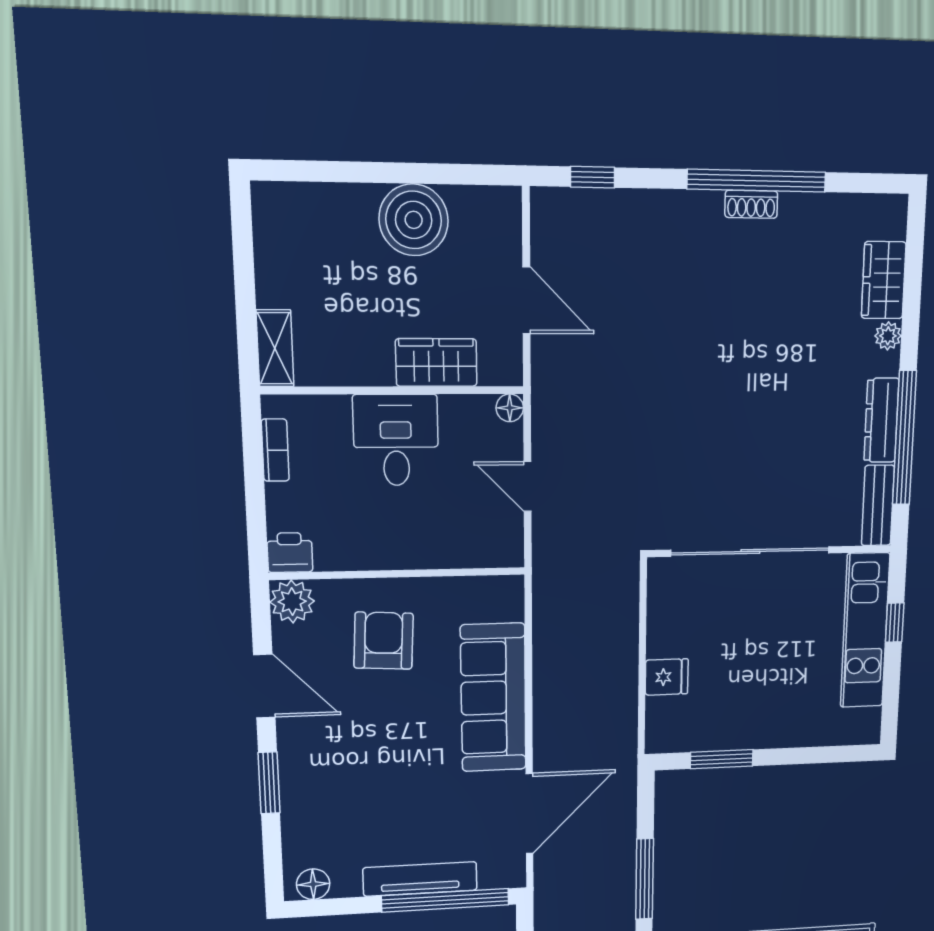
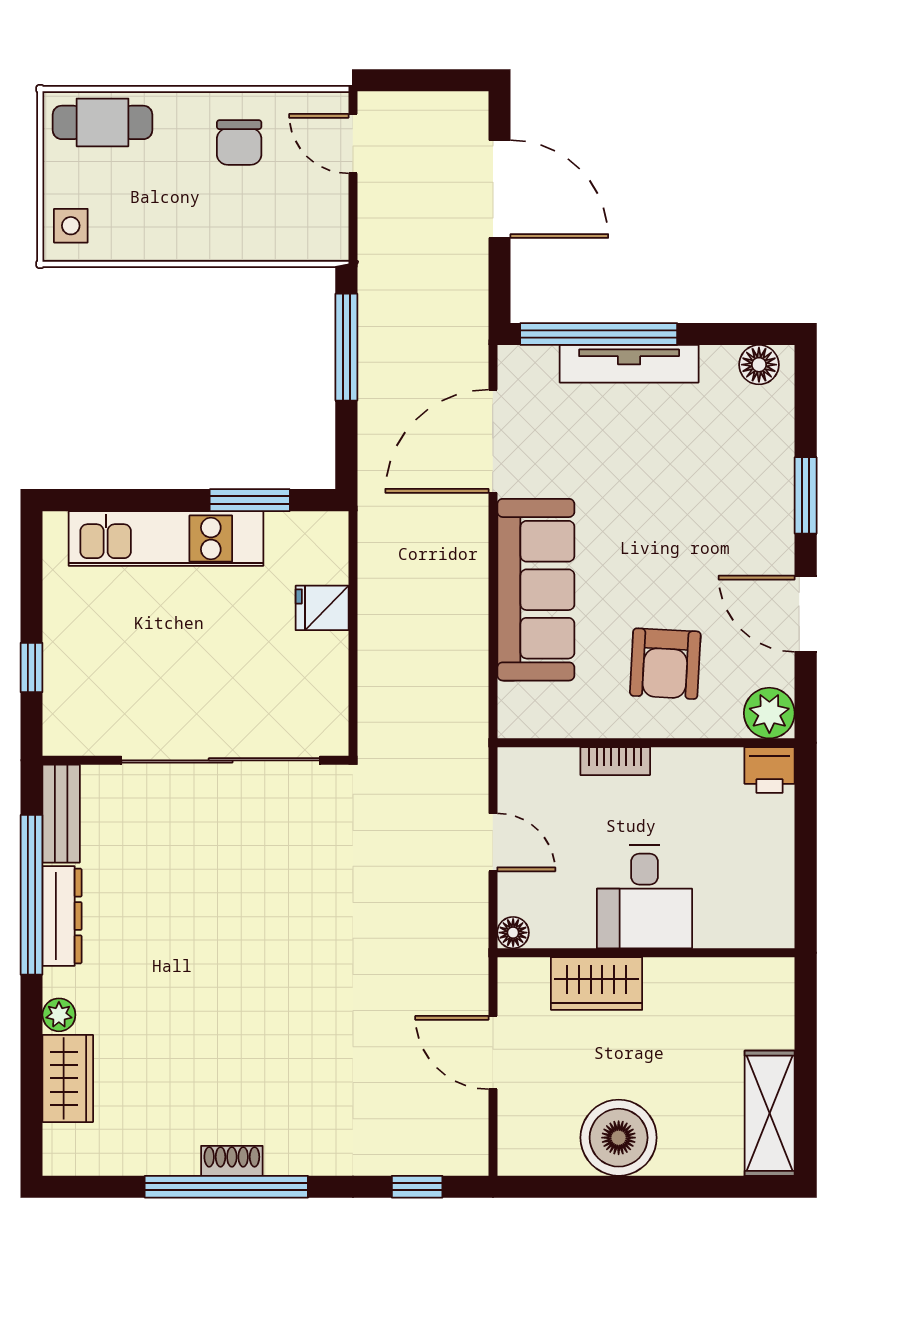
shelving: (275, 348) -> (770, 1113), moved, width x1.50, depth x1.33
bookcase: (275, 450) -> (615, 761), moved, turned -90
kitchen unit: (865, 630) -> (166, 538), moved, turned 90

